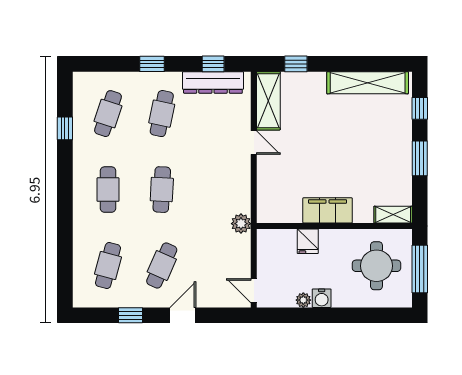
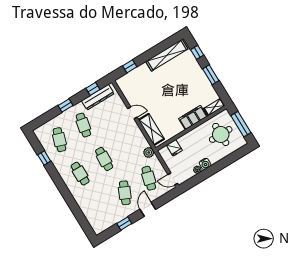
shelving: (268, 101) -> (151, 129), moved
filing cabinet: (328, 210) -> (193, 117), moved
fridge: (308, 241) -> (174, 148), moved
cafe table: (108, 266) -> (149, 178), moved

